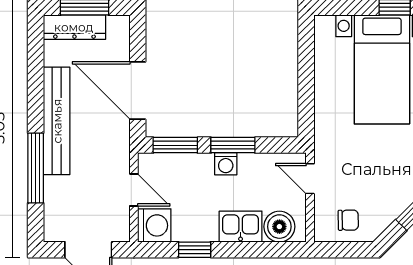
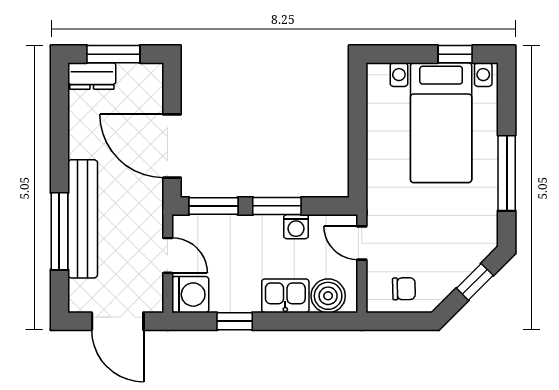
dresser: (74, 27) -> (92, 76), width x0.70
bench: (57, 121) -> (83, 219), moved
washing machine: (226, 164) -> (296, 227), moved

